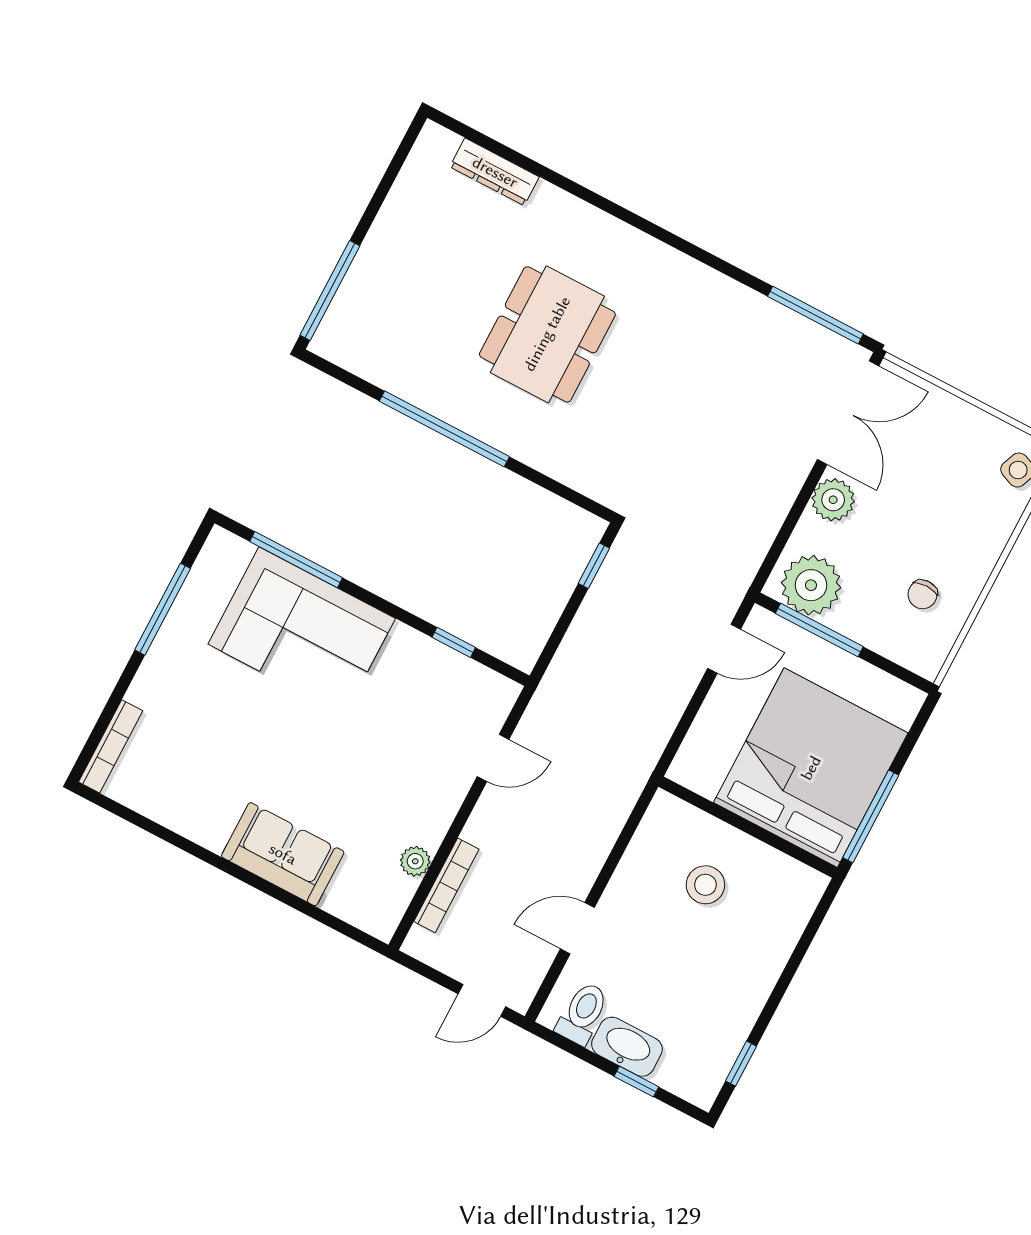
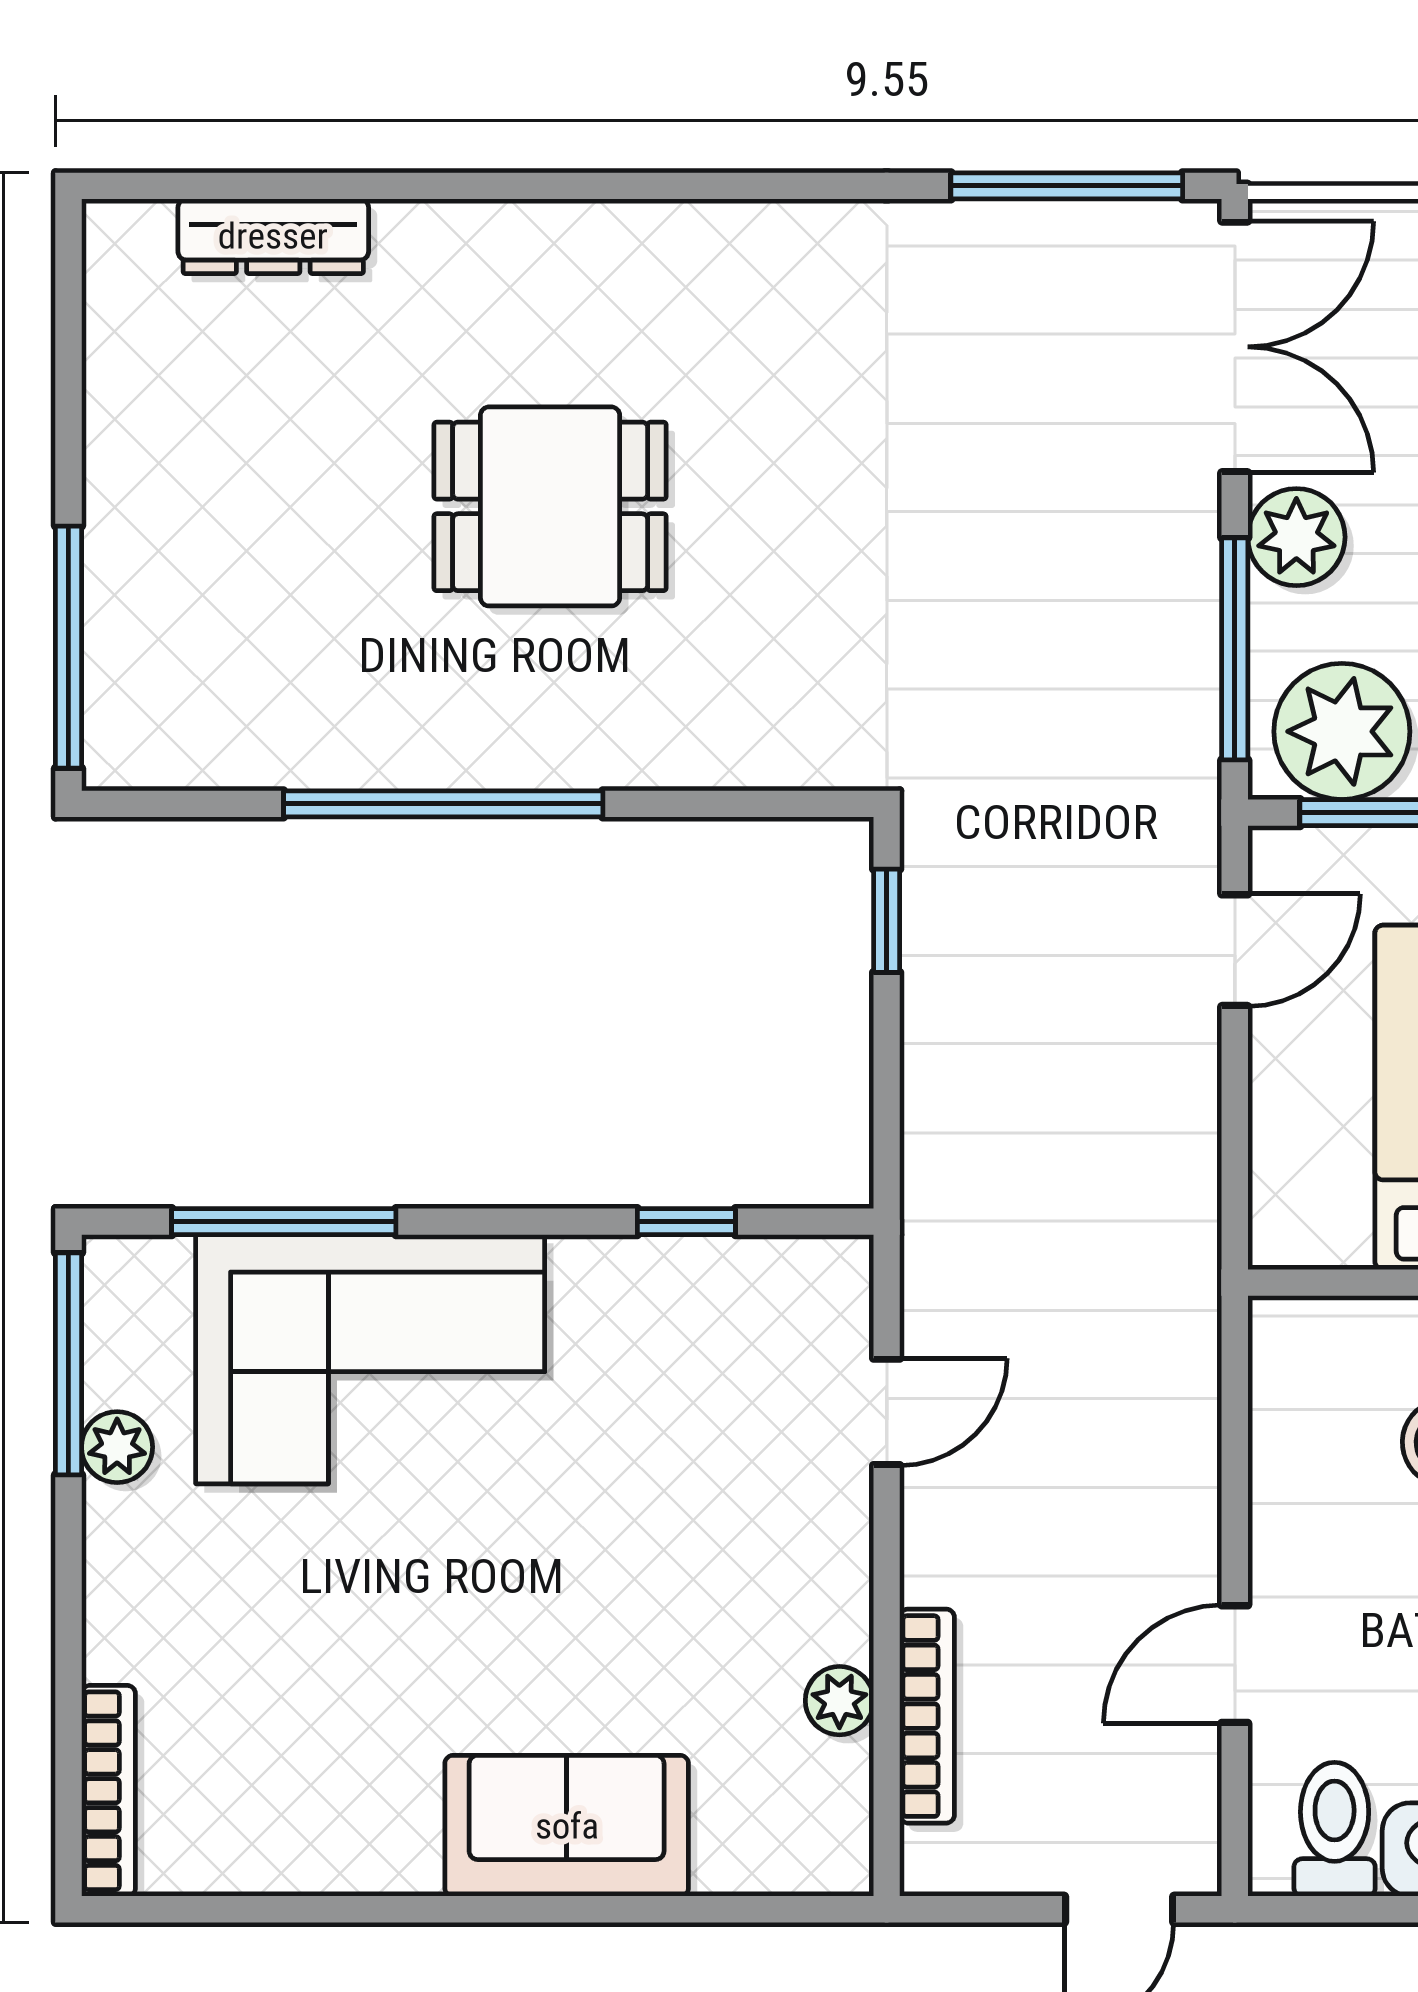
dining table: (547, 334) -> (550, 506), width x0.73
window: (786, 531) -> (1235, 649), added
window: (163, 609) -> (68, 1364), moved
plant: (185, 614) -> (117, 1447), added

